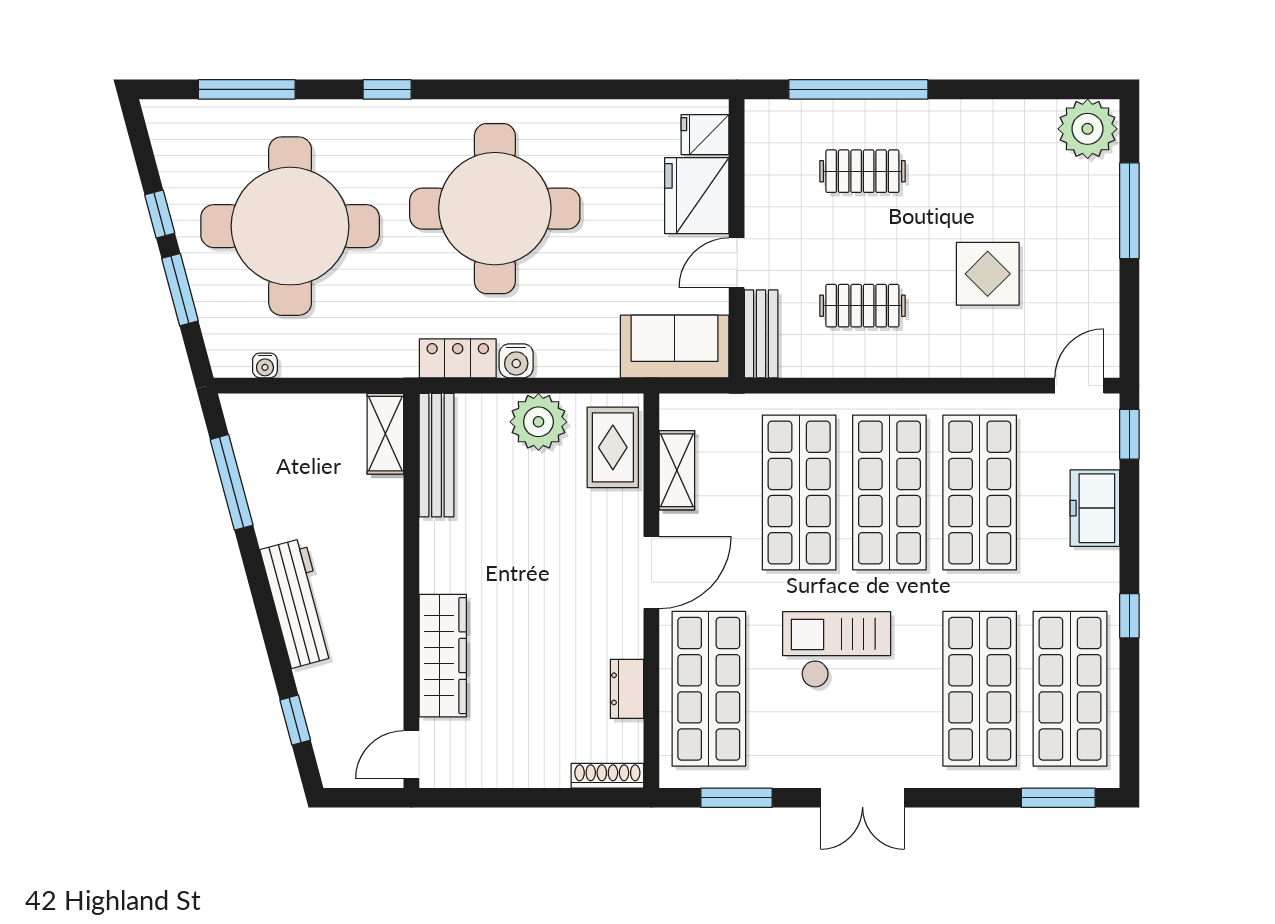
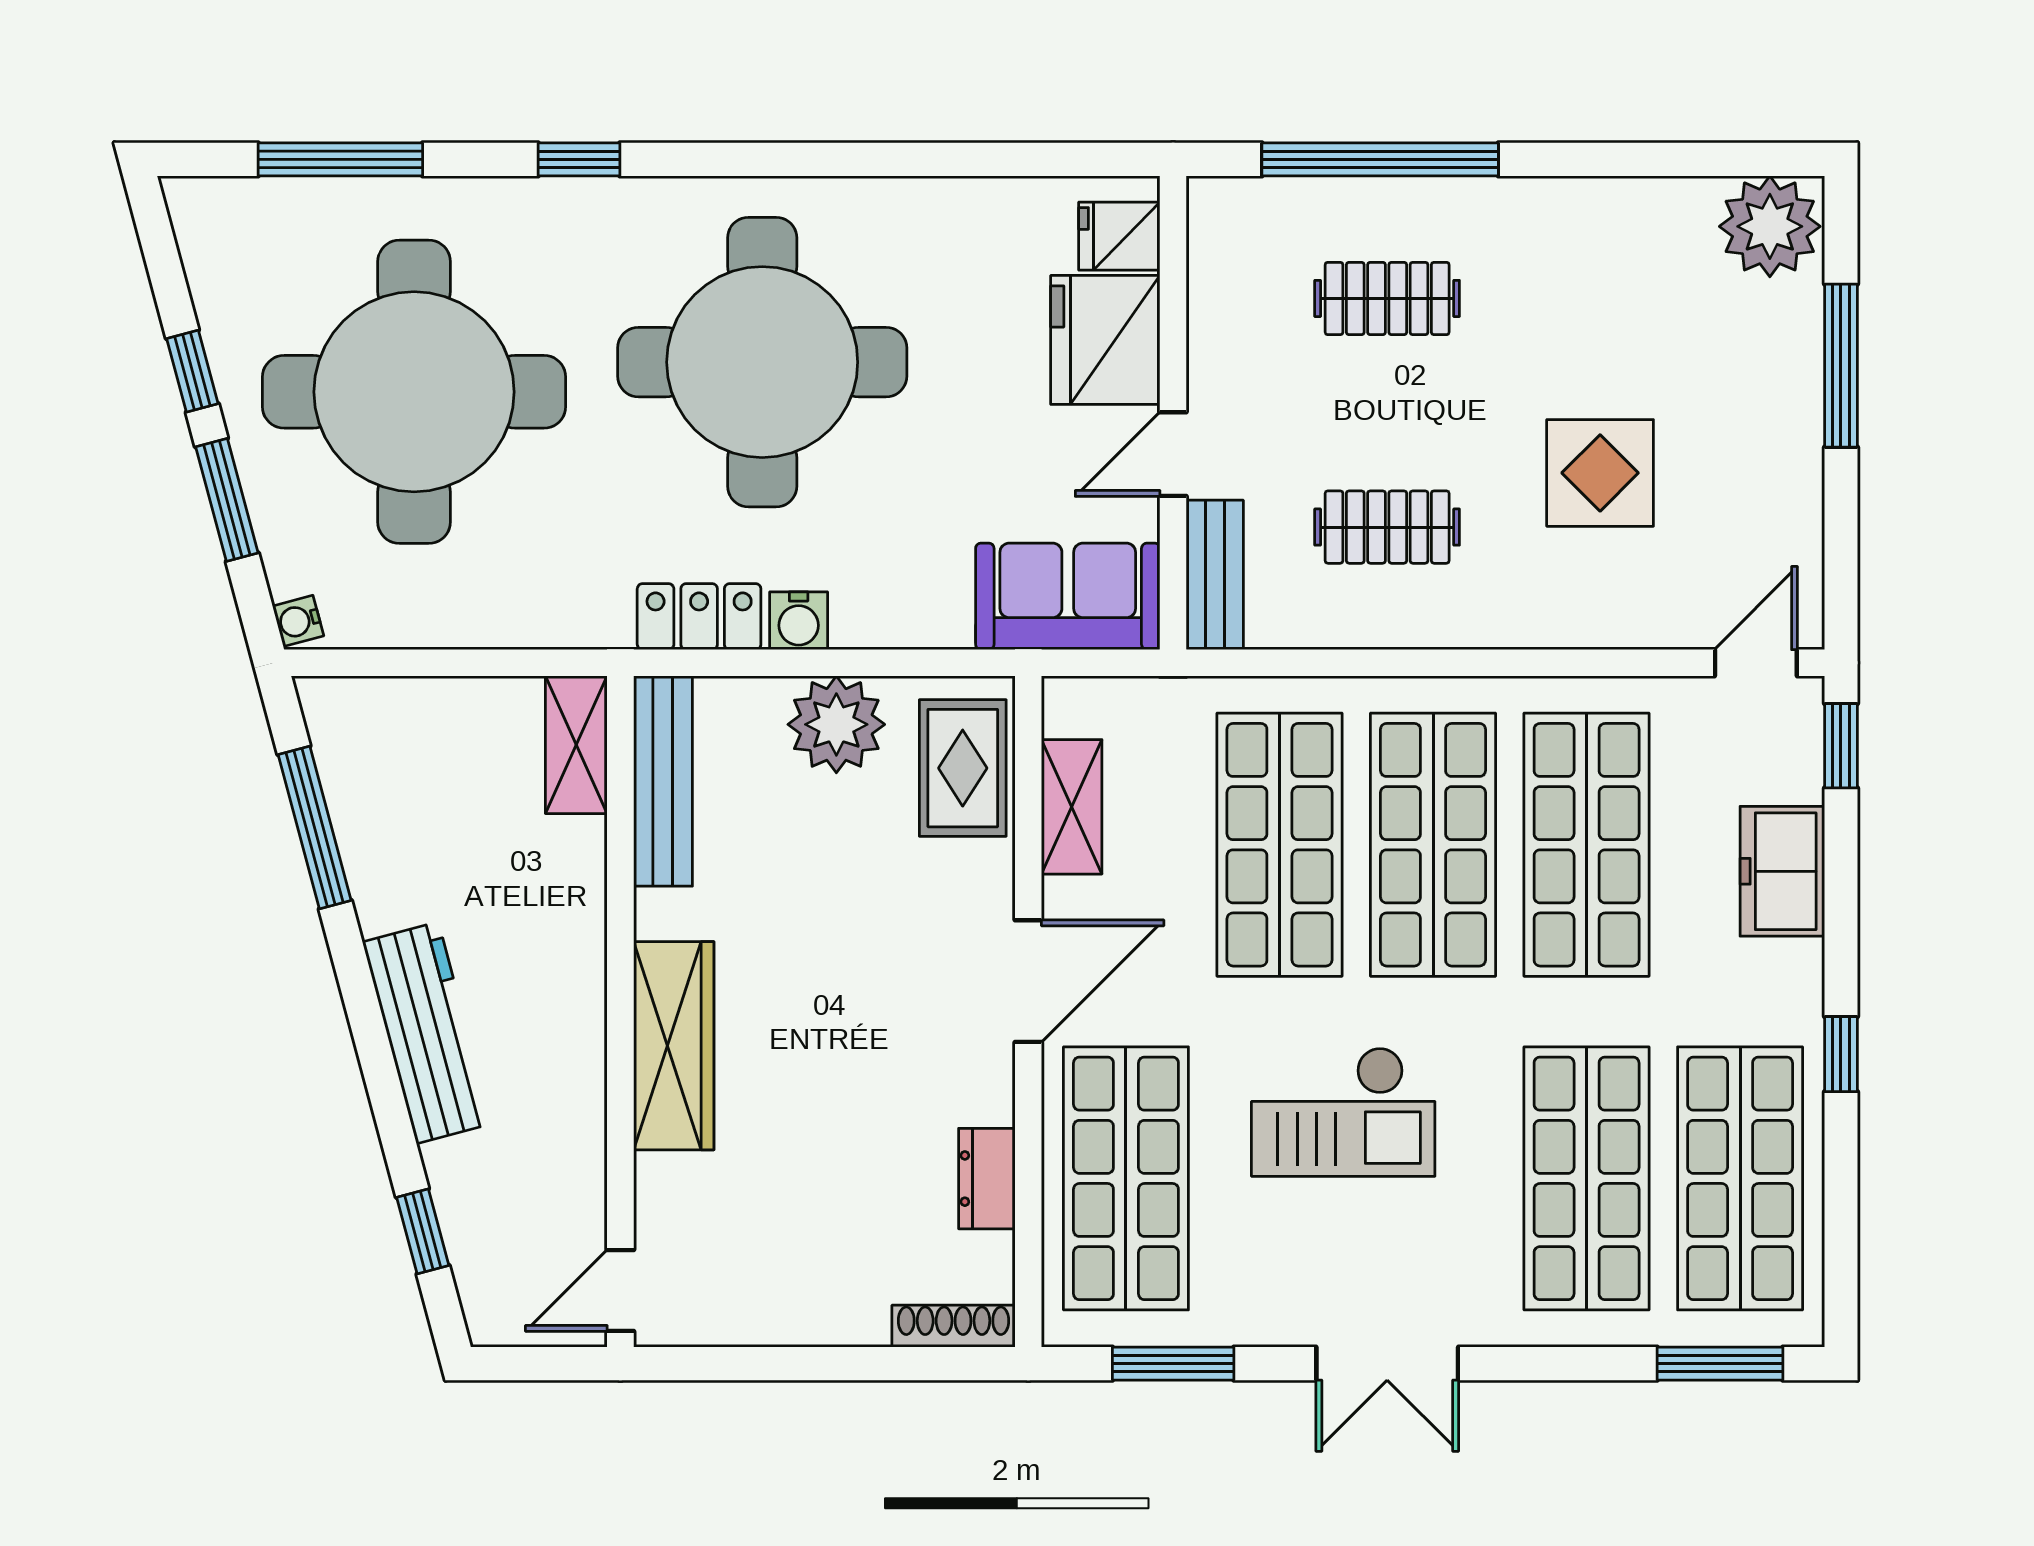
water cooler: (265, 365) -> (298, 621), moved, turned 75
checkout: (837, 650) -> (1343, 1112), turned 180
wardrobe: (443, 656) -> (674, 1046), moved

